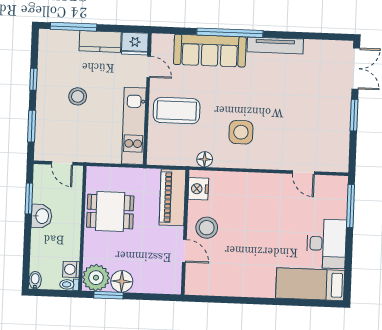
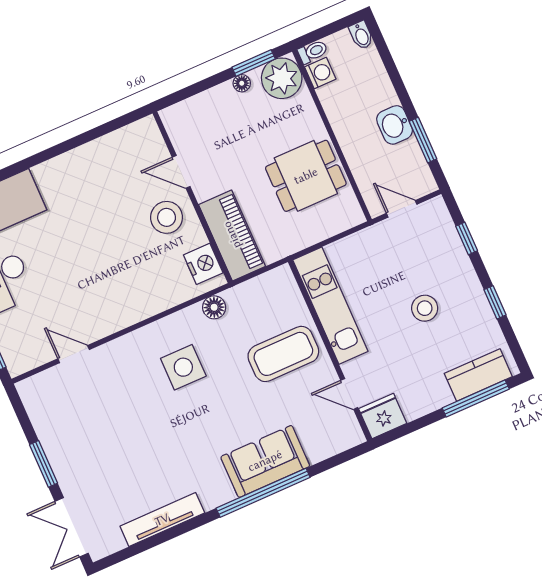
kitchen counter: (100, 41) -> (478, 375), moved
tv unit: (275, 45) -> (162, 520), moved
sofa: (210, 51) -> (265, 461), width x0.73
window: (32, 126) -> (467, 238), width x0.67
floor lamp: (122, 281) -> (242, 83), width x0.53, depth x0.53

